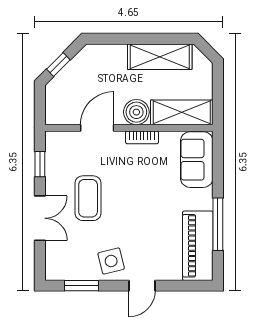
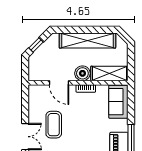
shelving: (160, 57) -> (87, 40), width x1.47
door: (97, 128) -> (59, 83), swing flipped
window: (40, 164) -> (25, 104), removed

